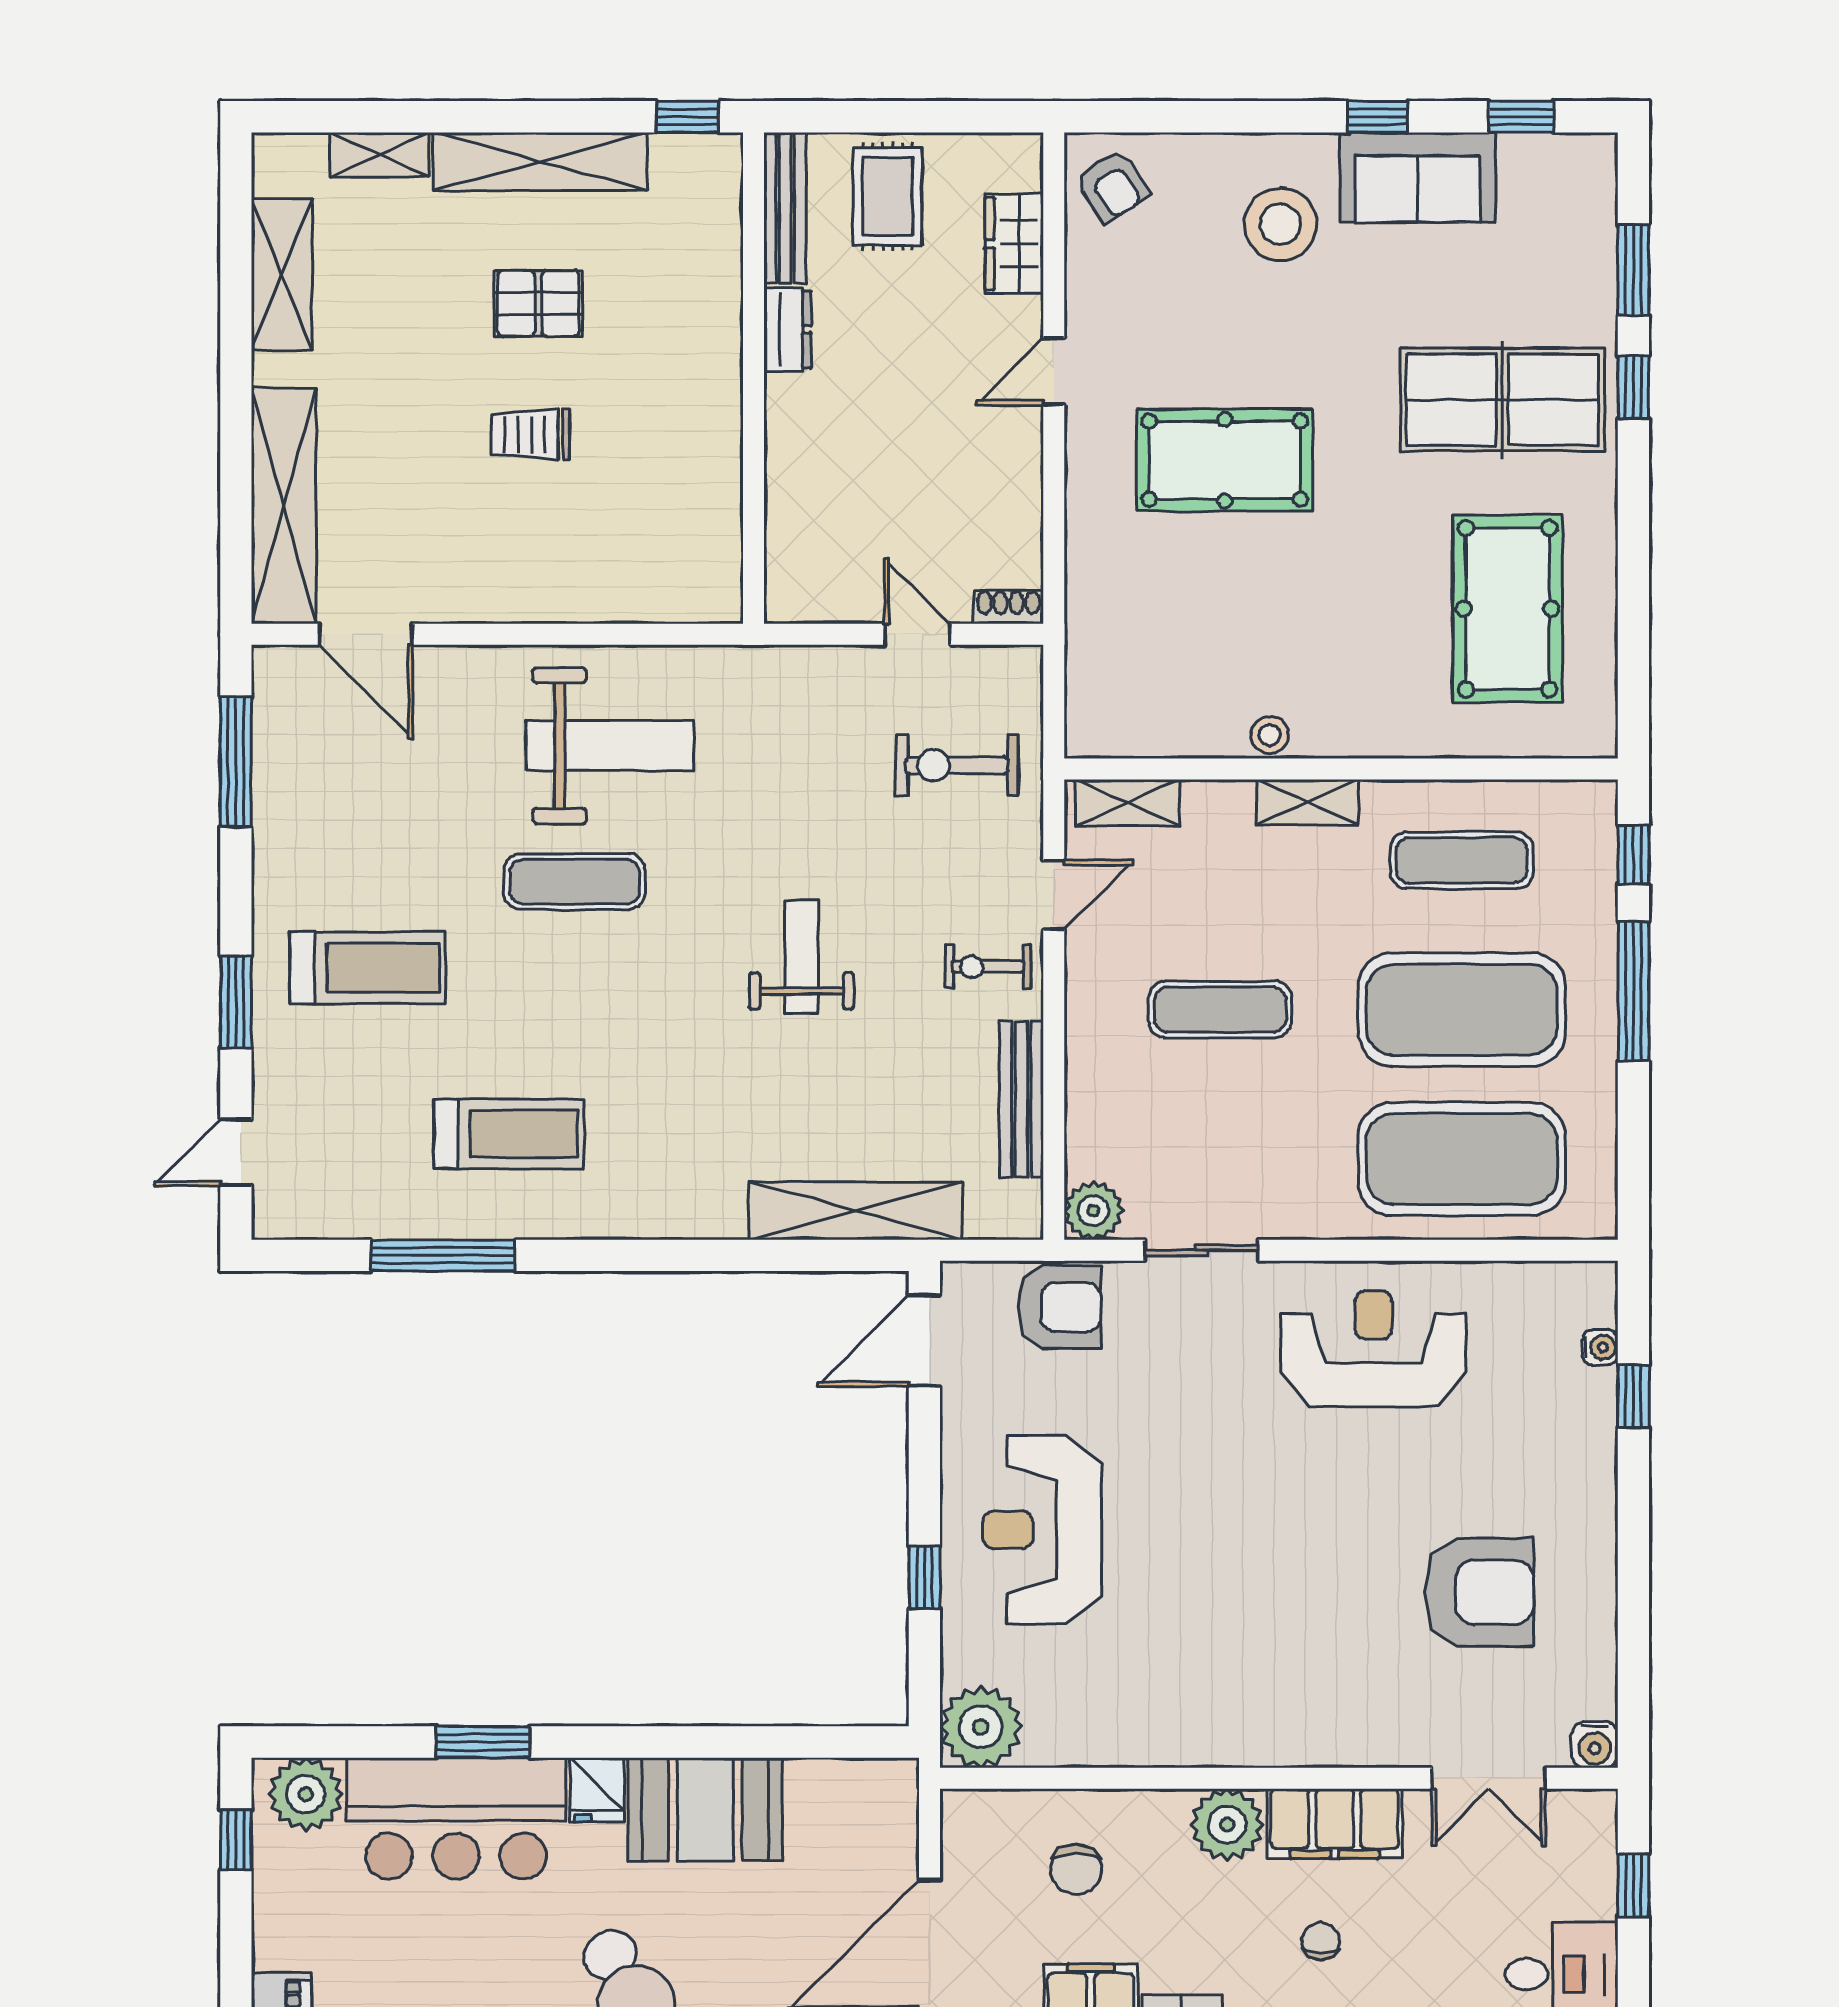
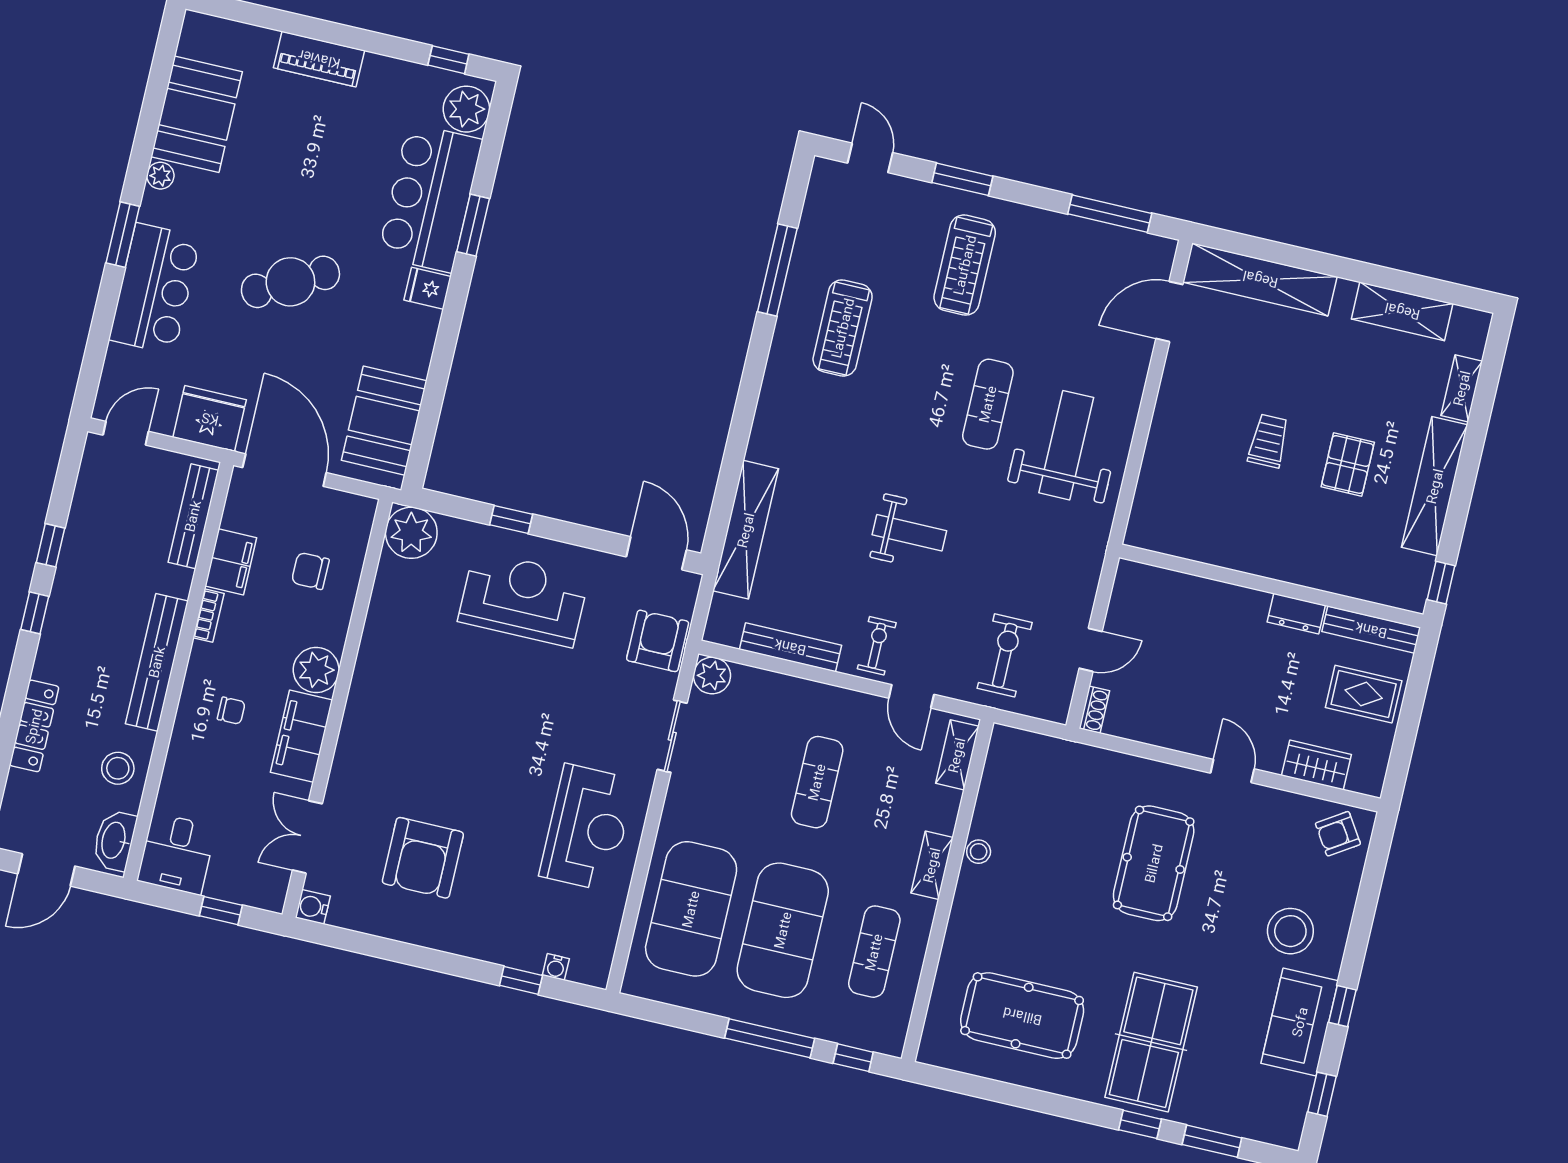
weight bench: (610, 746) -> (1066, 445), turned 180
armchair: (1059, 1307) -> (658, 641), turned 180
booth: (705, 1809) -> (384, 421), moved

